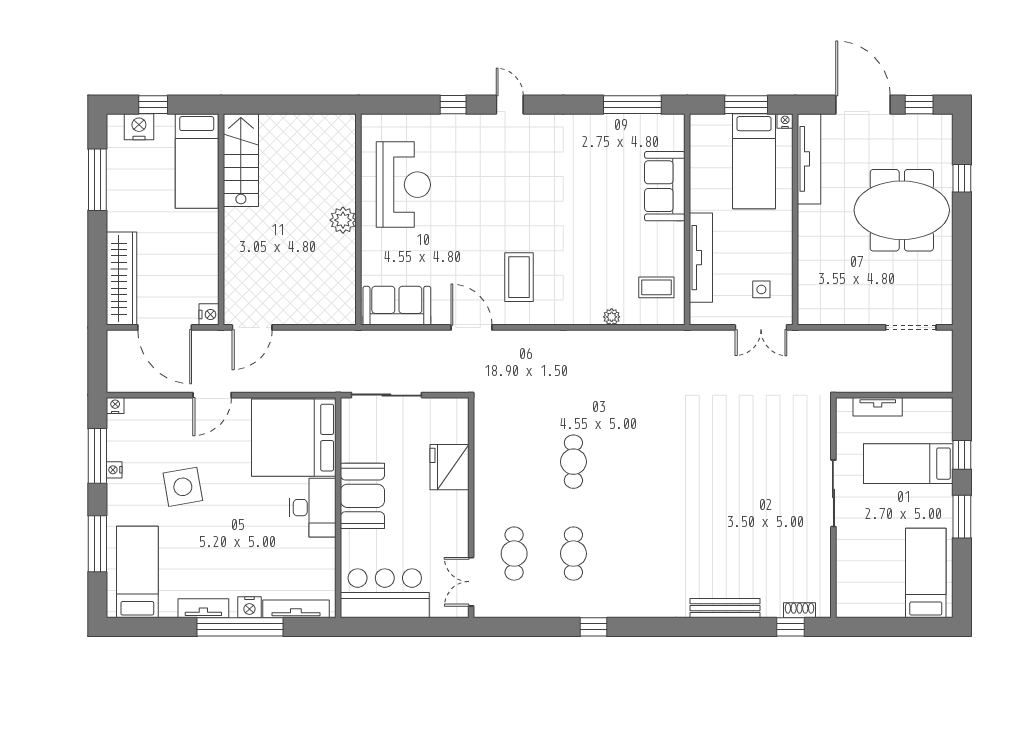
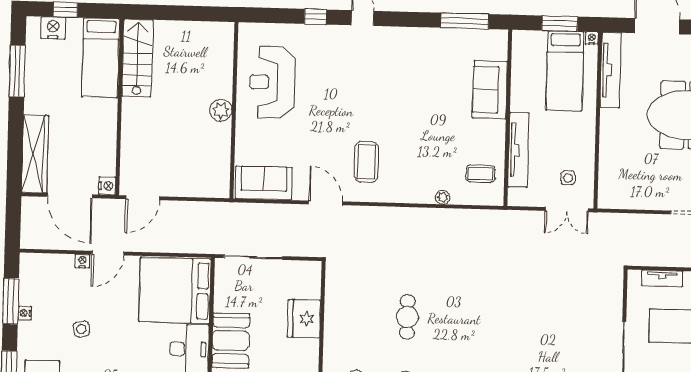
reception desk: (403, 185) -> (272, 82), turned 180
nightstand: (115, 405) -> (82, 261), moved
side table: (183, 487) -> (81, 329), width x0.54, depth x0.54

